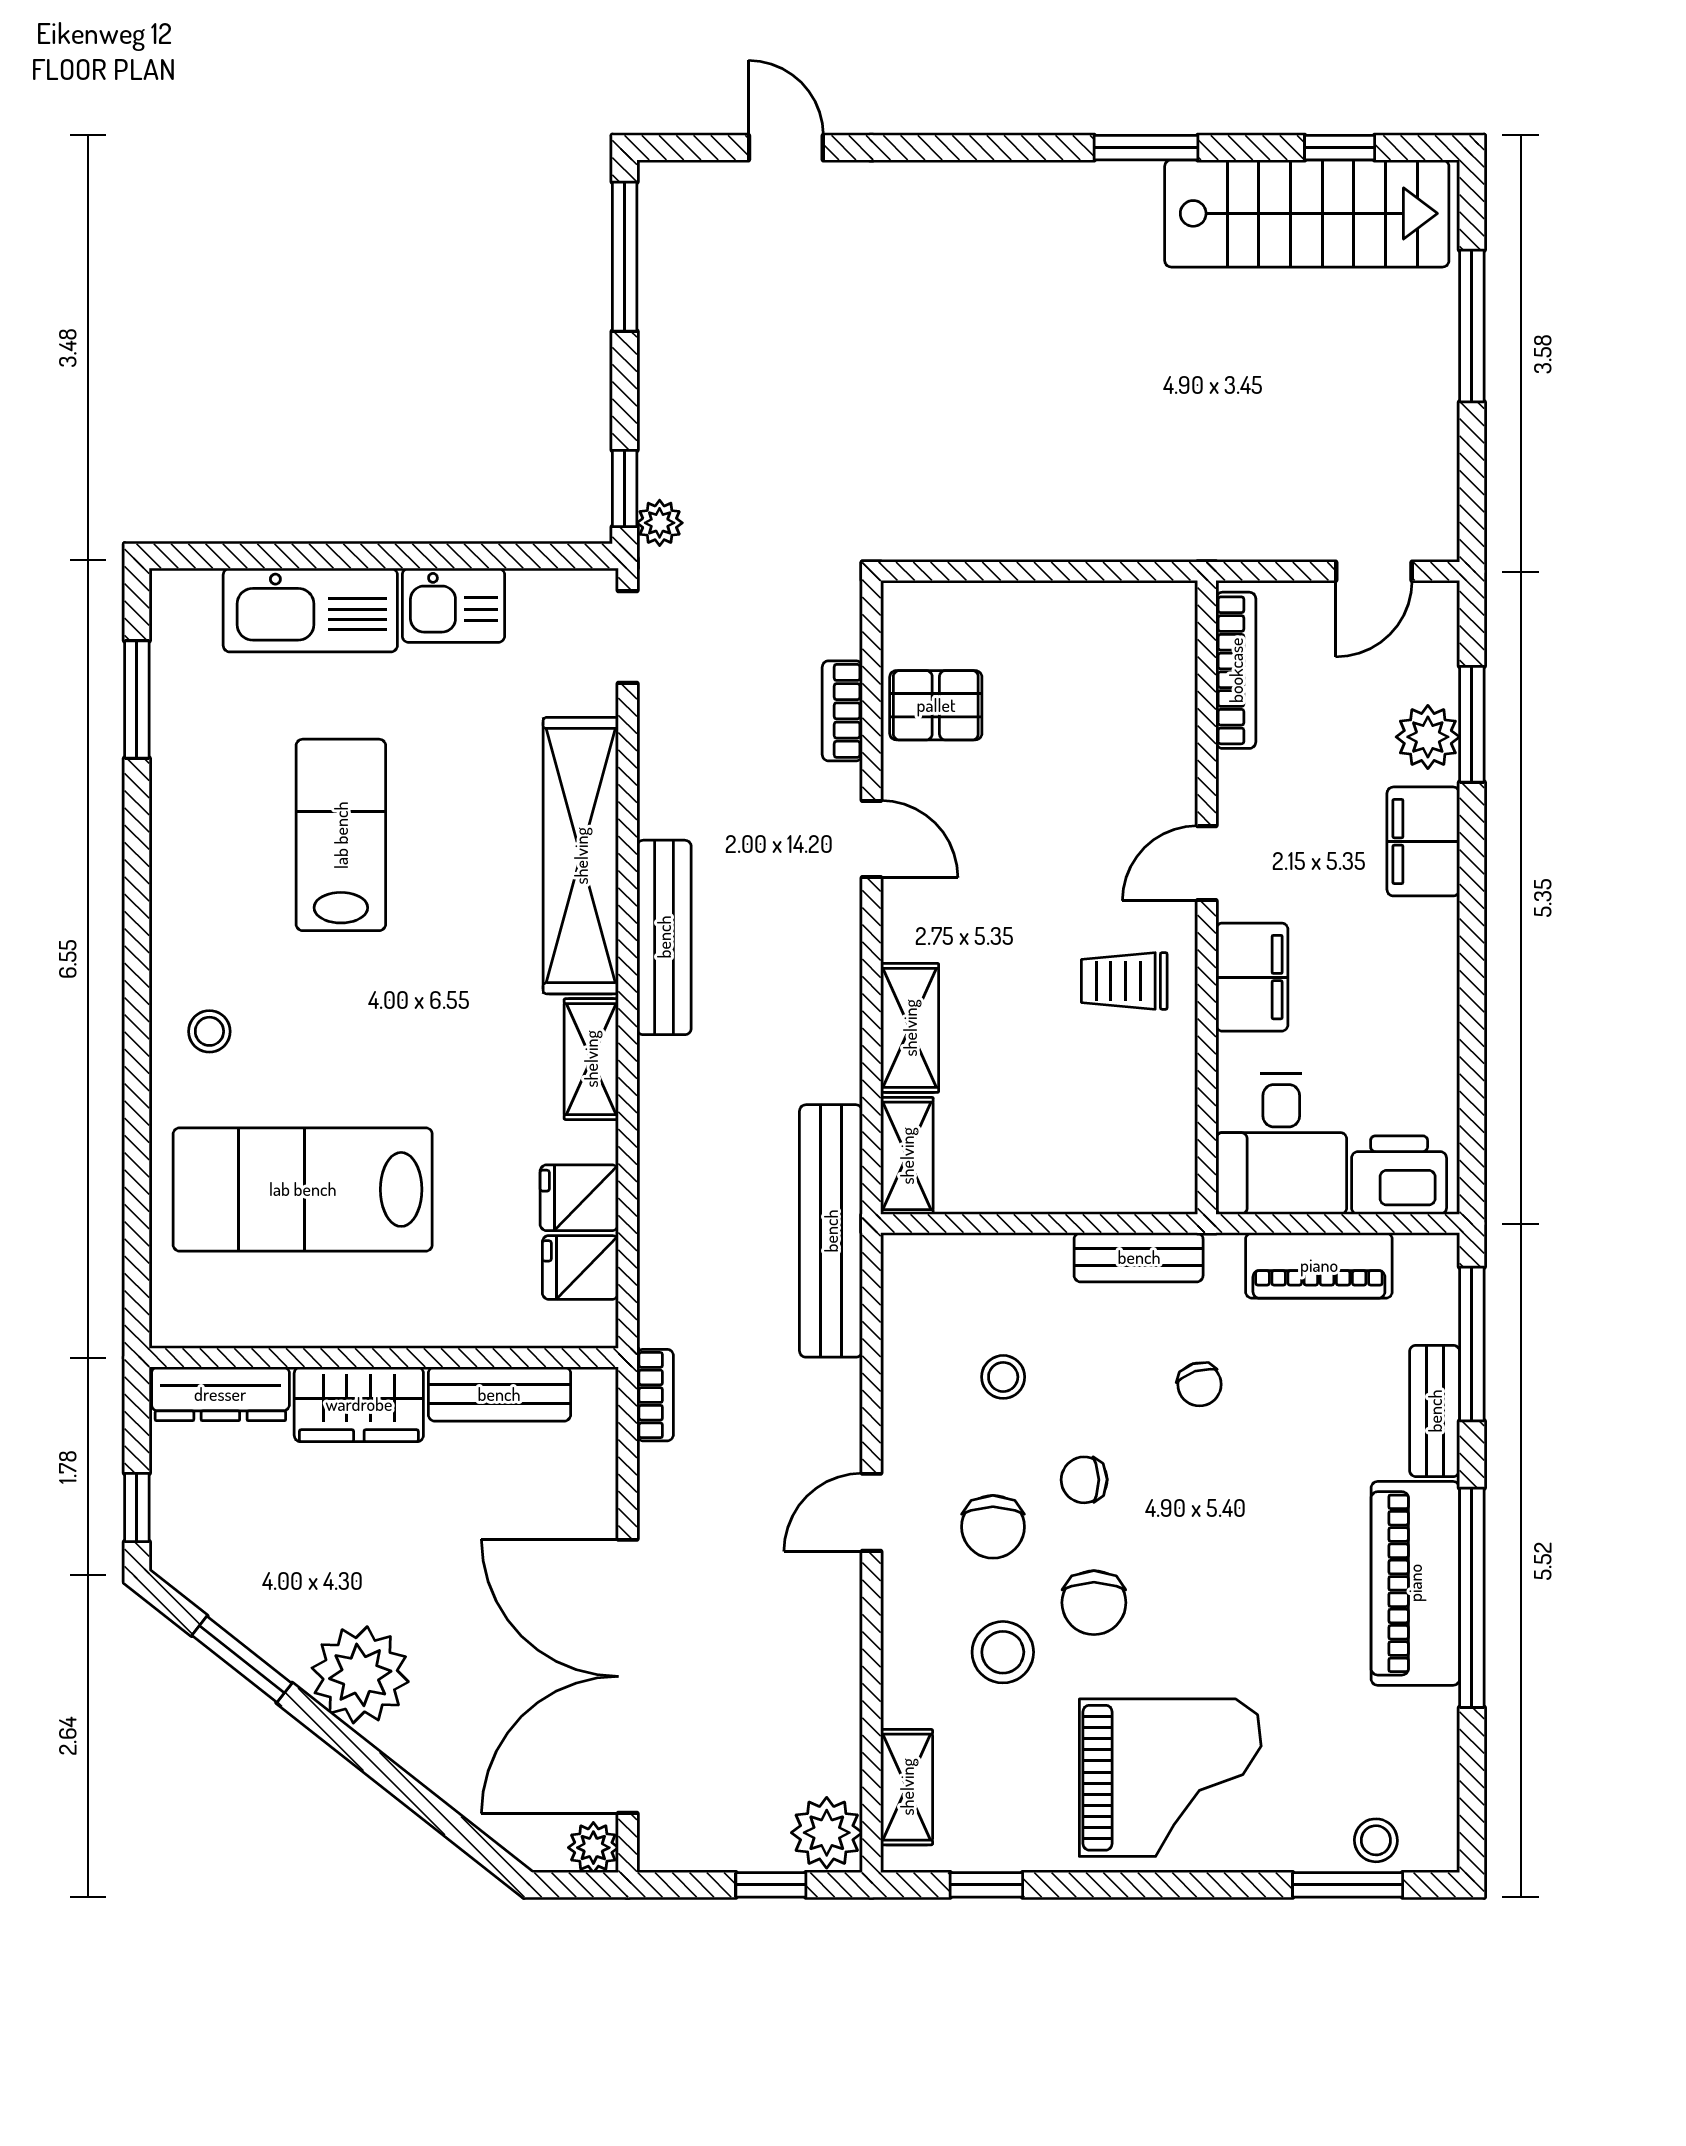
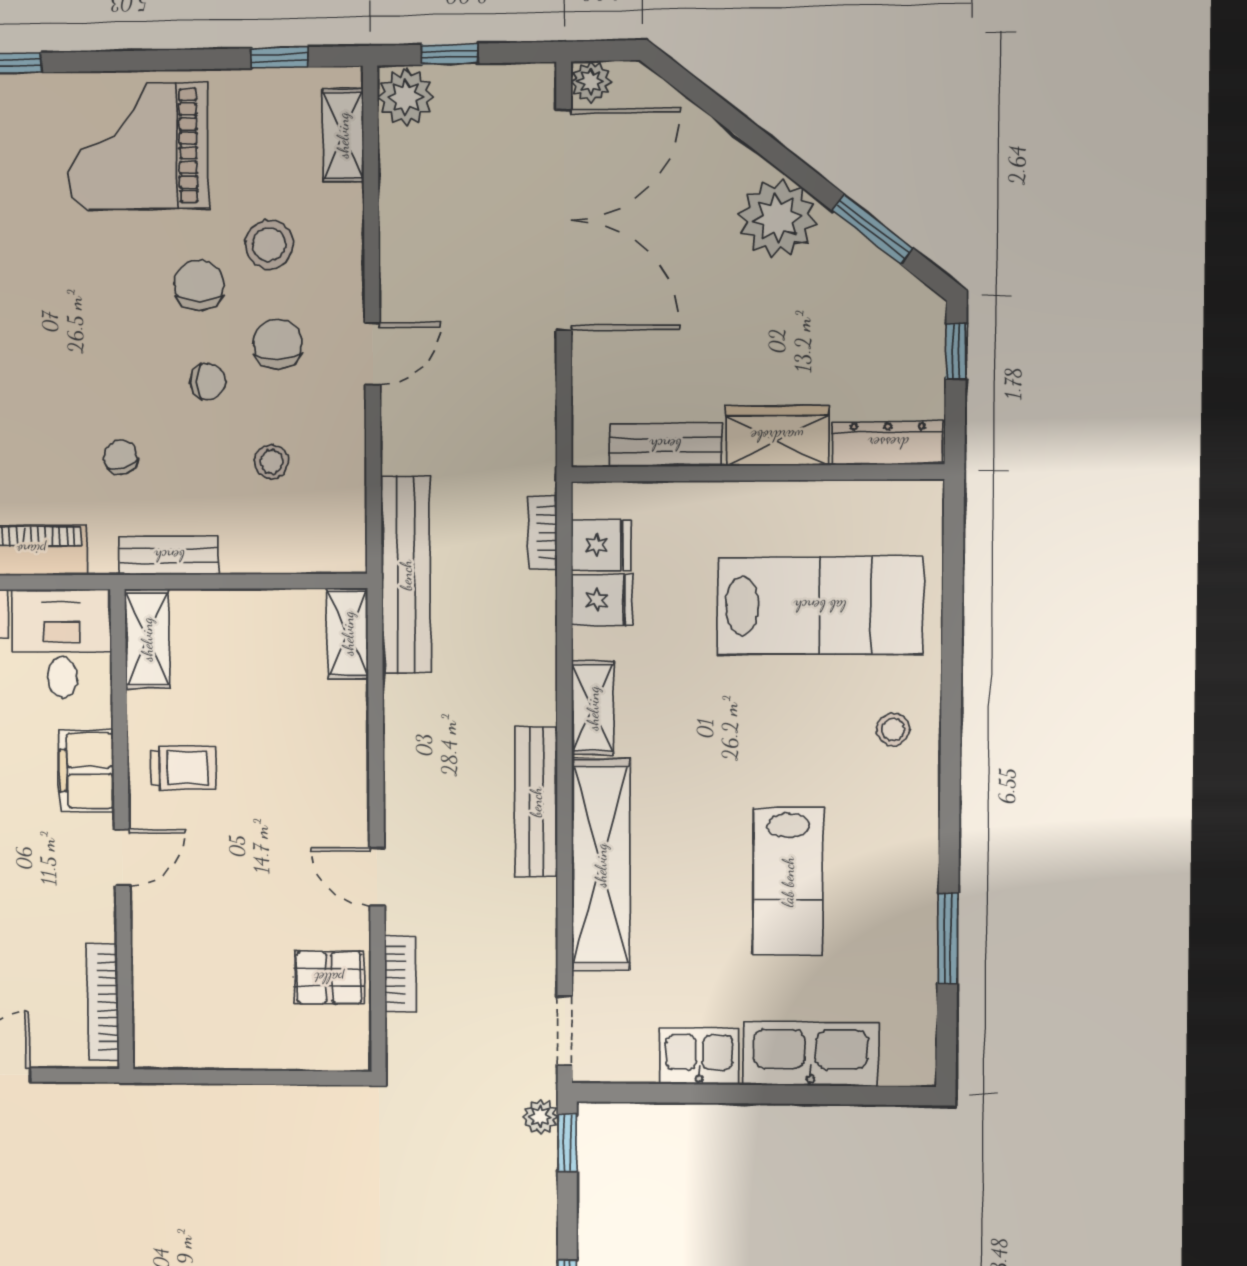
window: (137, 699) -> (948, 938), moved
shelving: (910, 1028) -> (147, 639), moved
bookcase: (655, 1395) -> (543, 533), moved

